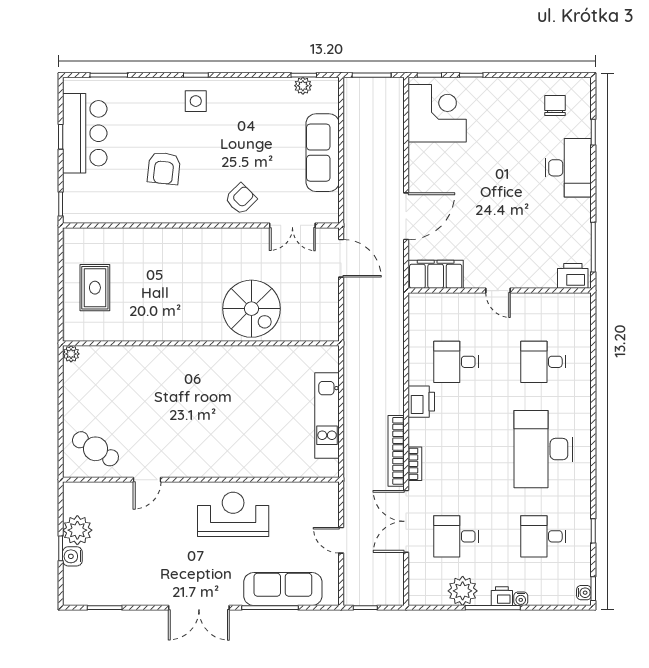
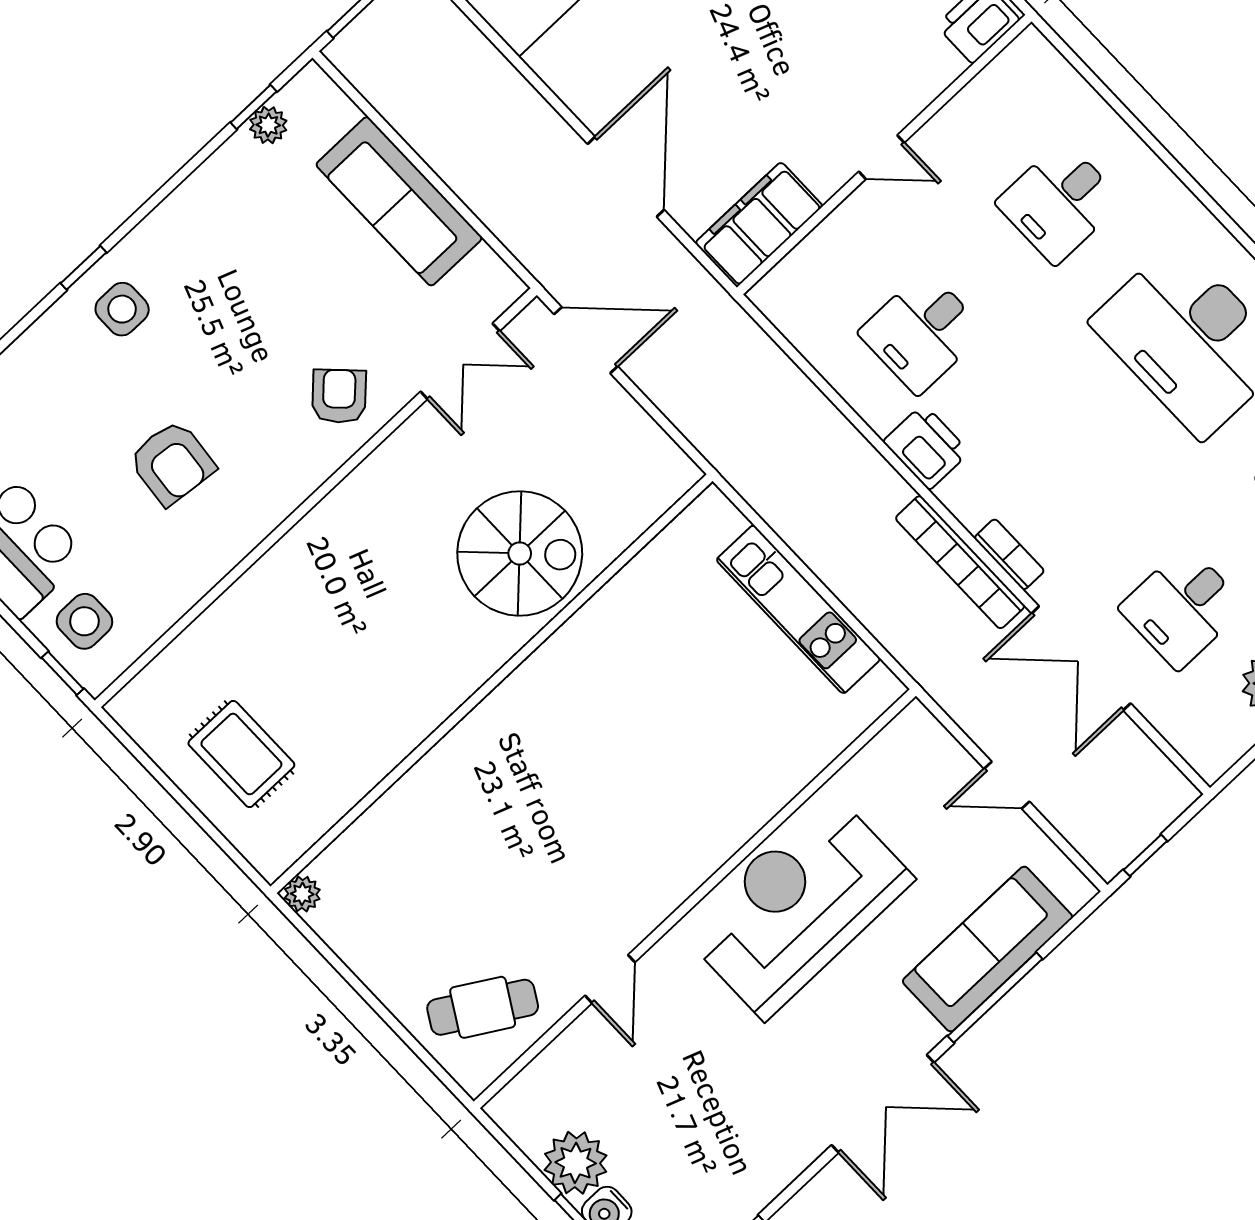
side table: (84, 194) -> (84, 621), added
reception desk: (233, 514) -> (798, 905), width x1.36, depth x1.30

